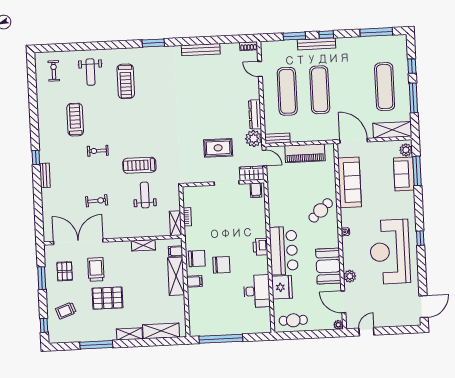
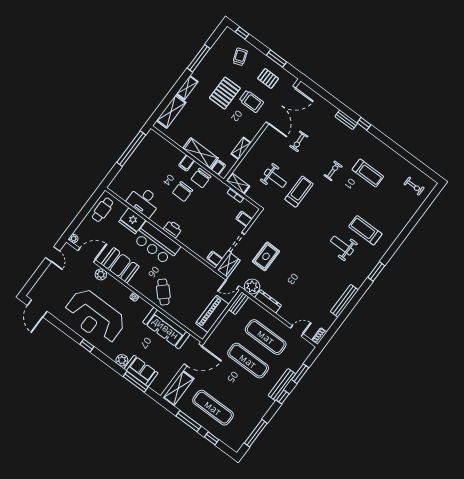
weight bench: (90, 72) -> (342, 246), moved
plant: (406, 150) -> (122, 360), moved
filing cabinet: (201, 193) -> (244, 219), added
reception desk: (390, 252) -> (95, 316), turned 180

